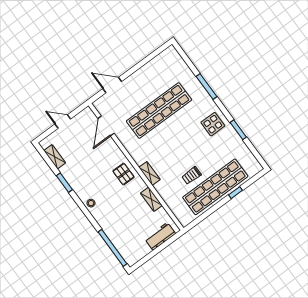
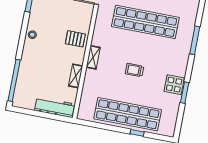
display table: (213, 124) -> (174, 85), moved
pallet: (124, 174) -> (75, 39), turned 90
trolley: (192, 175) -> (134, 70), moved
workbench: (160, 236) -> (55, 107), width x1.38

